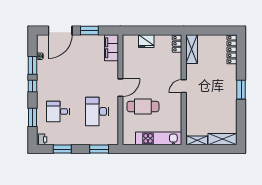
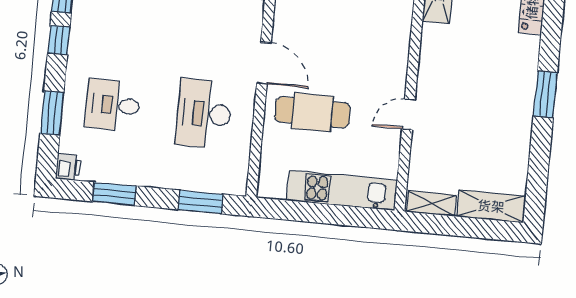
door: (184, 86) -> (408, 114), moved
door: (120, 88) -> (264, 63), hinge flipped

